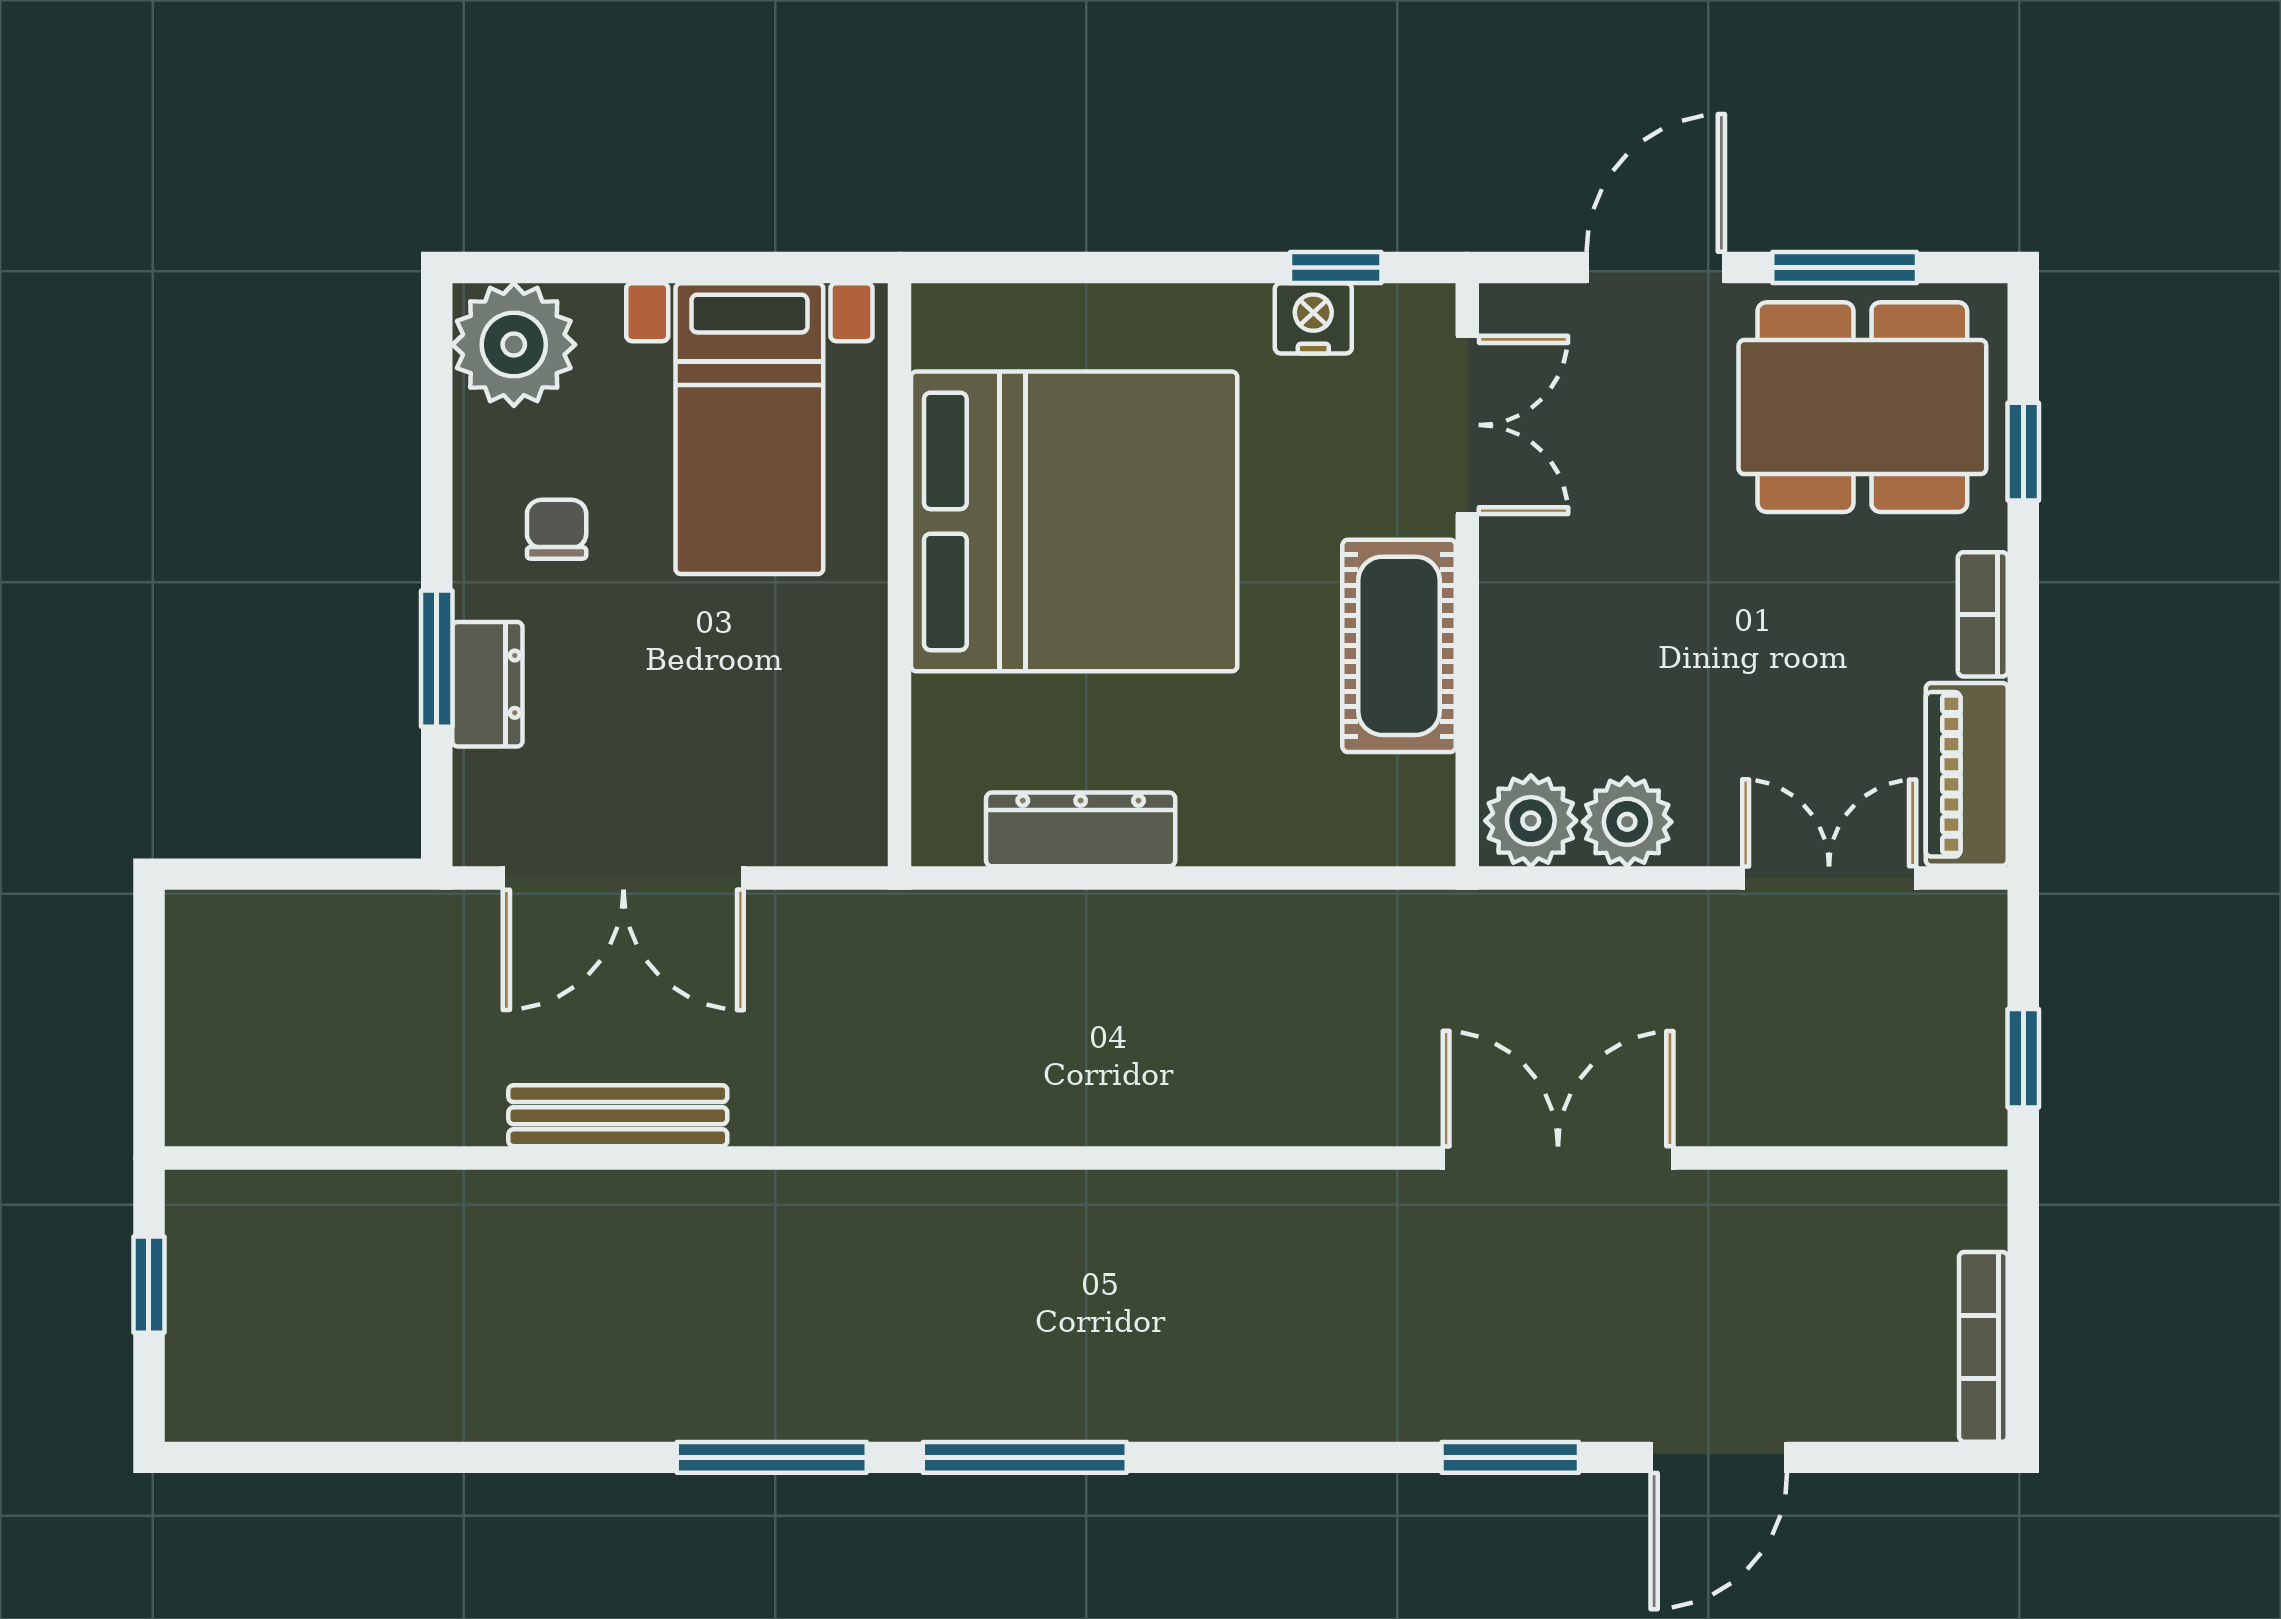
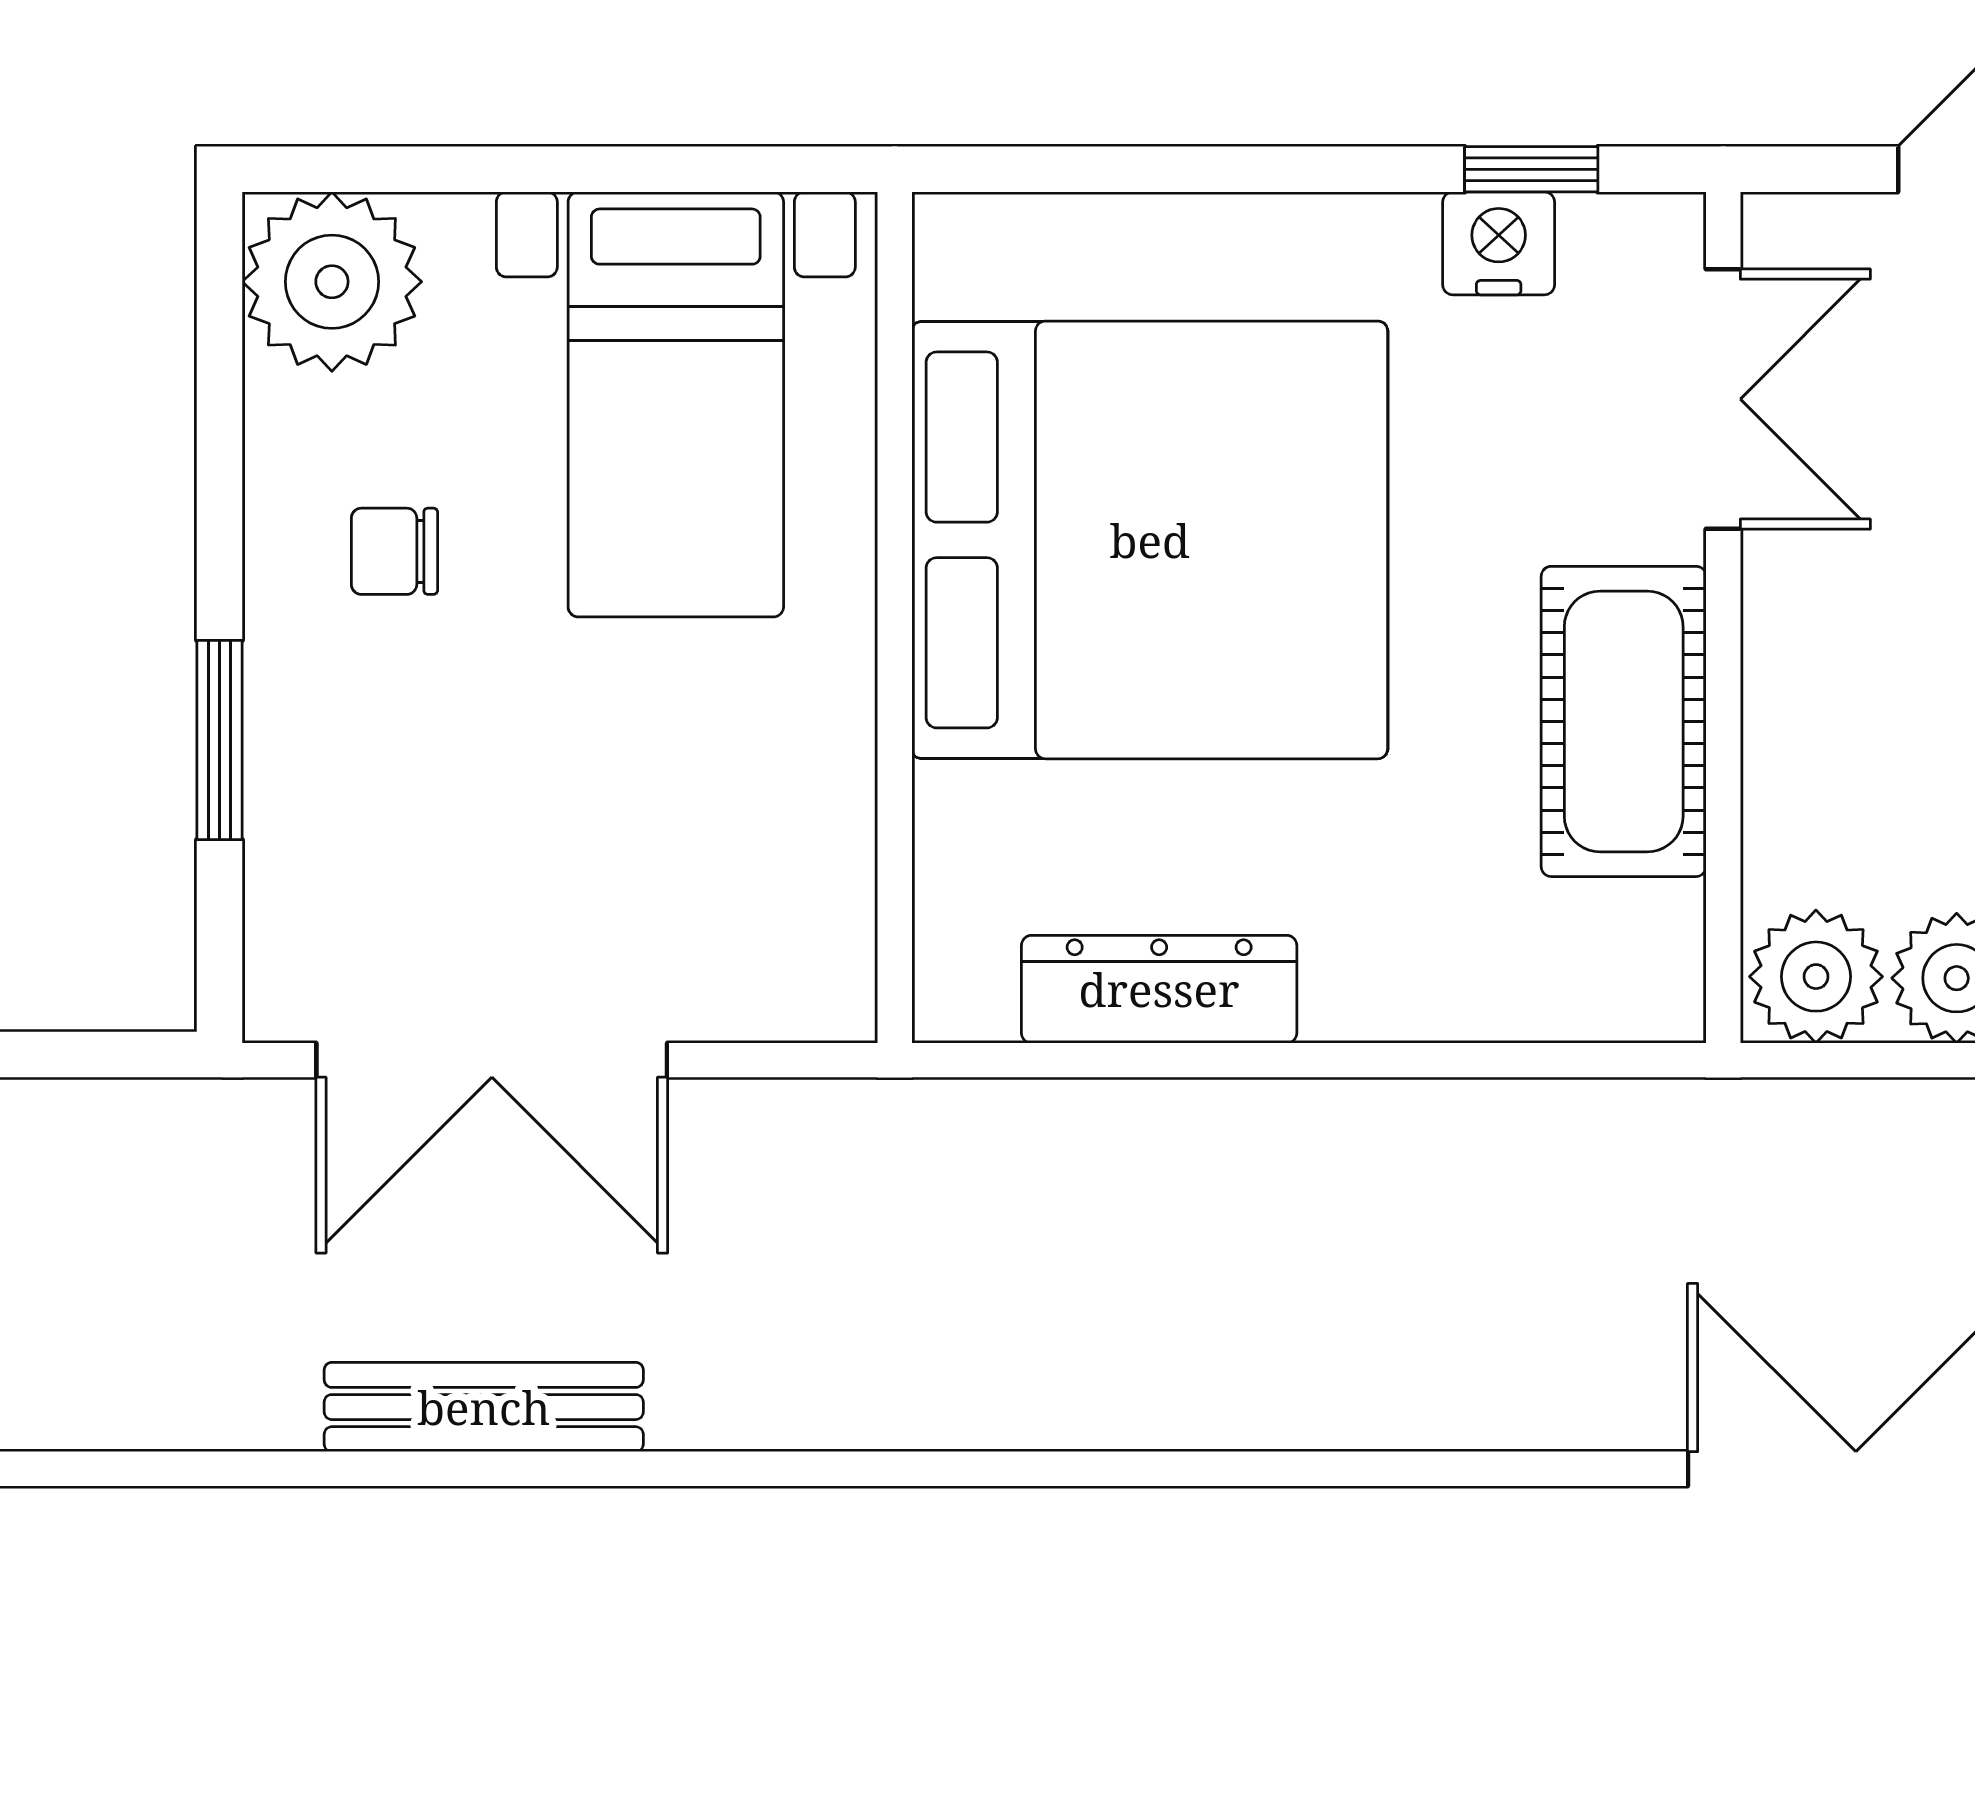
chair: (557, 529) -> (394, 551), turned -90
dresser: (487, 684) -> (293, 777), removed

